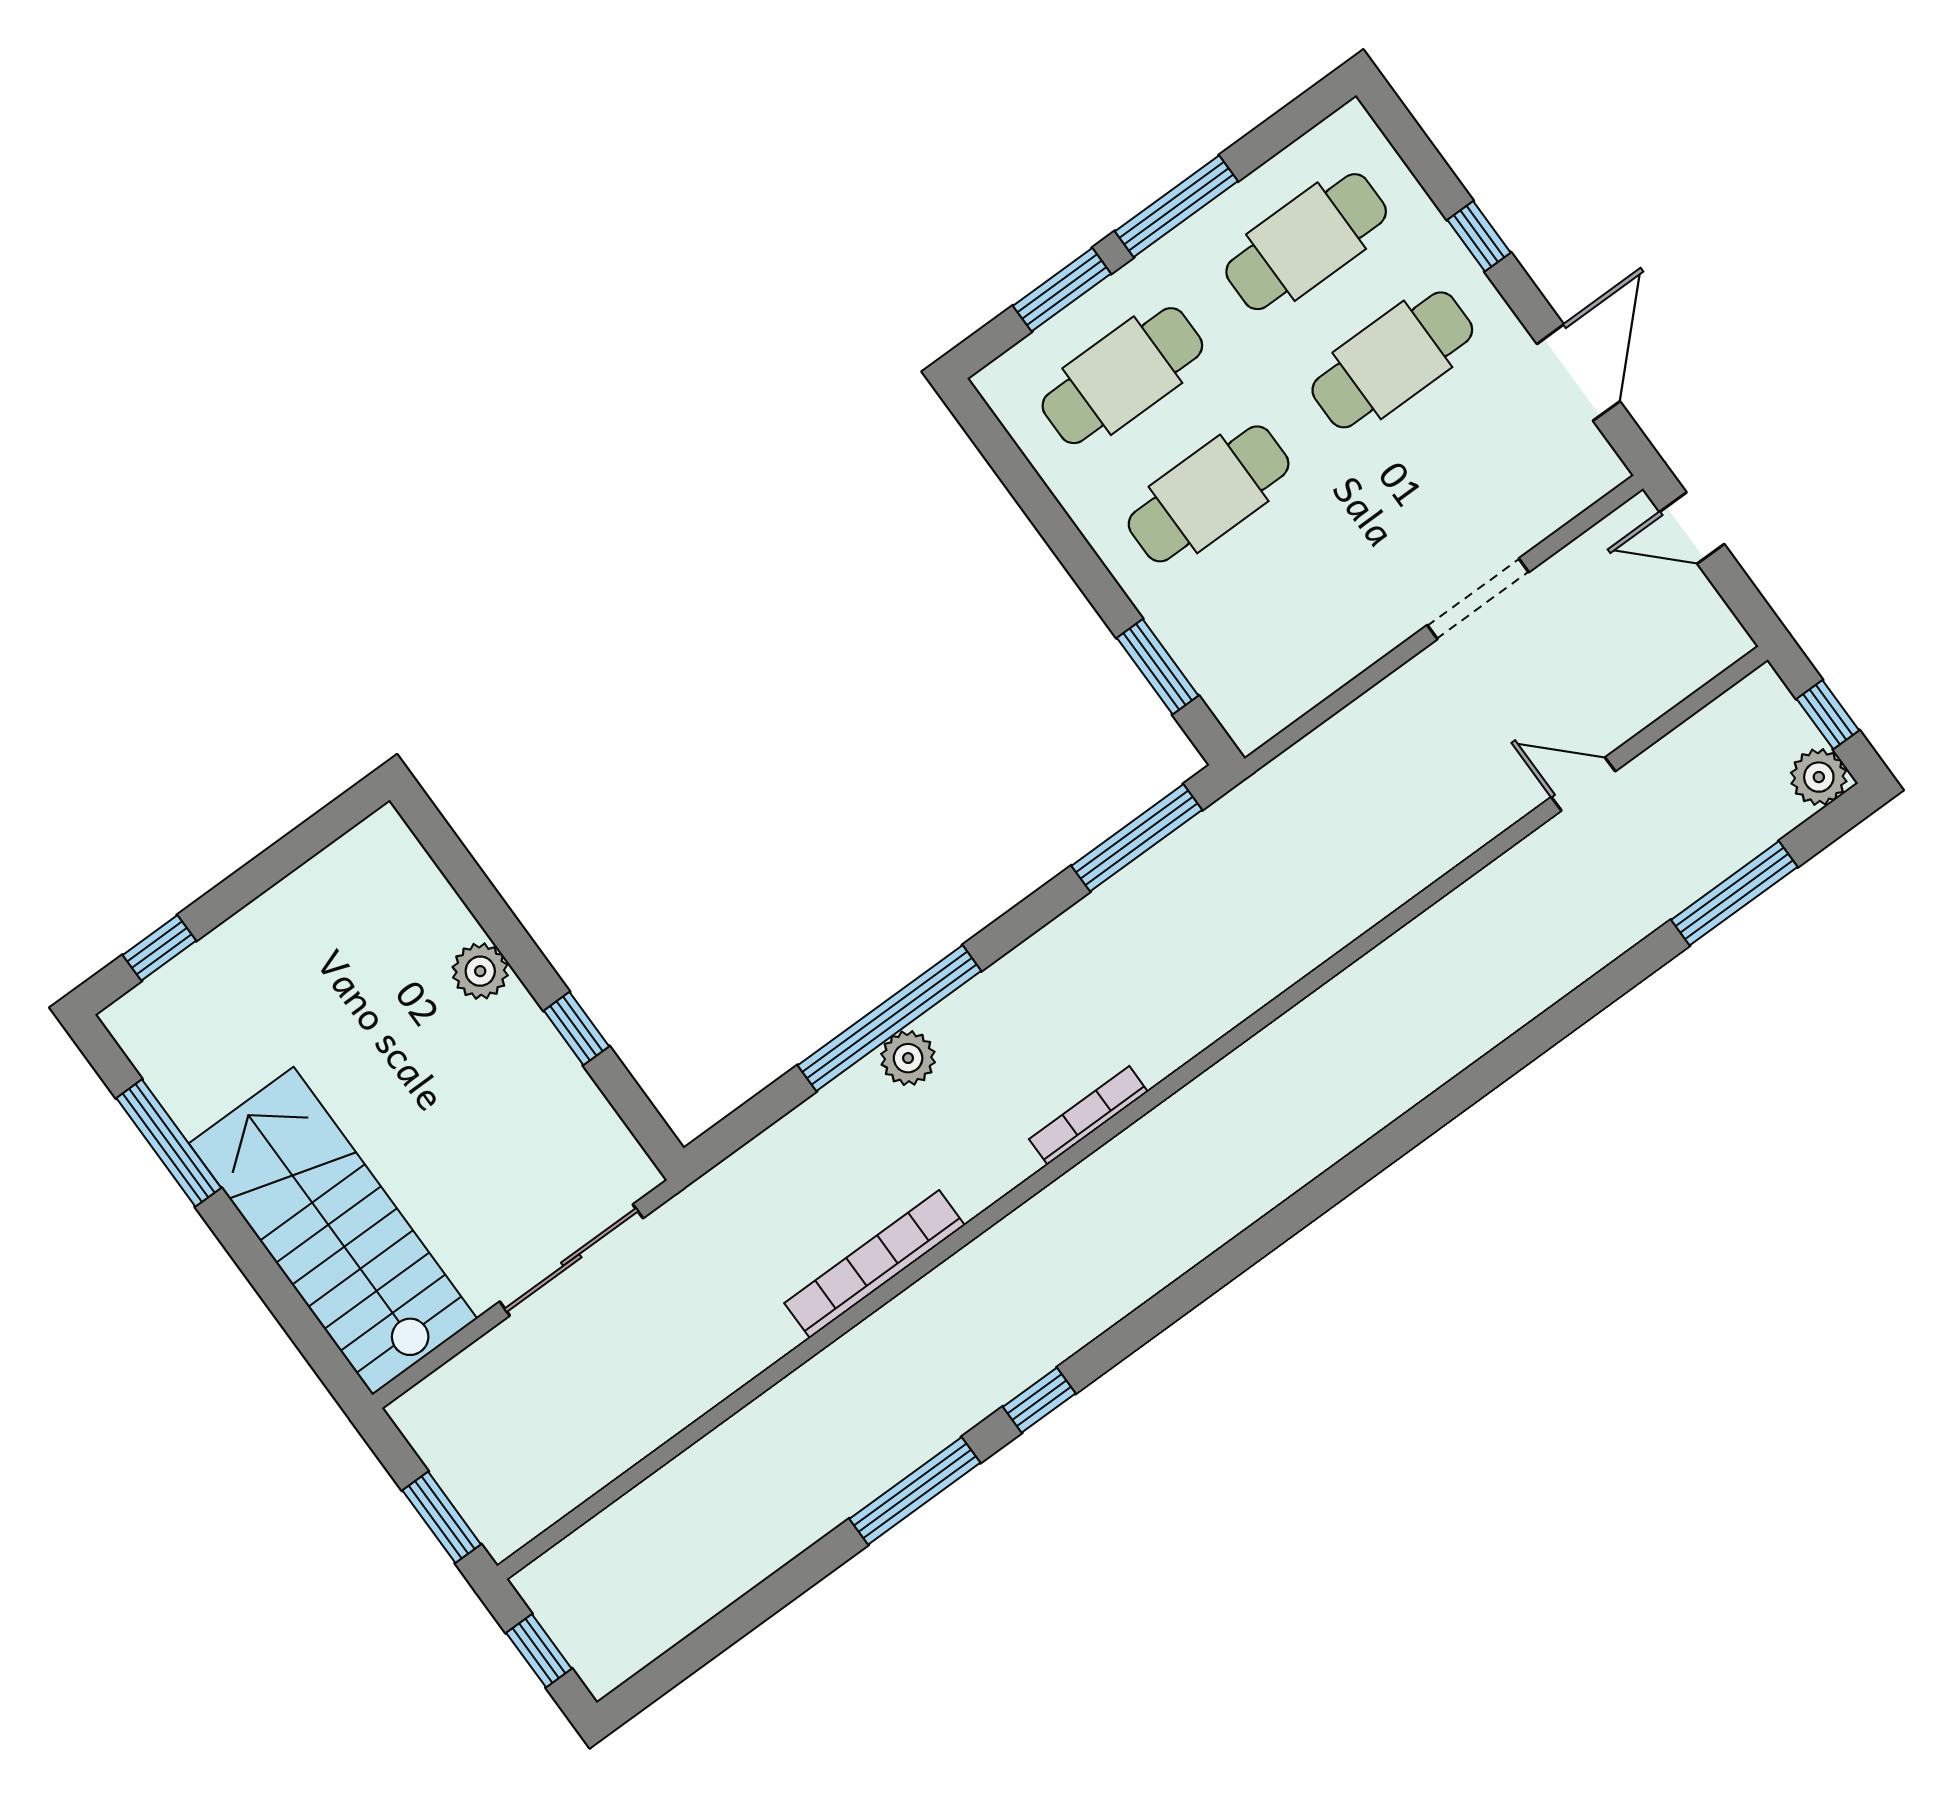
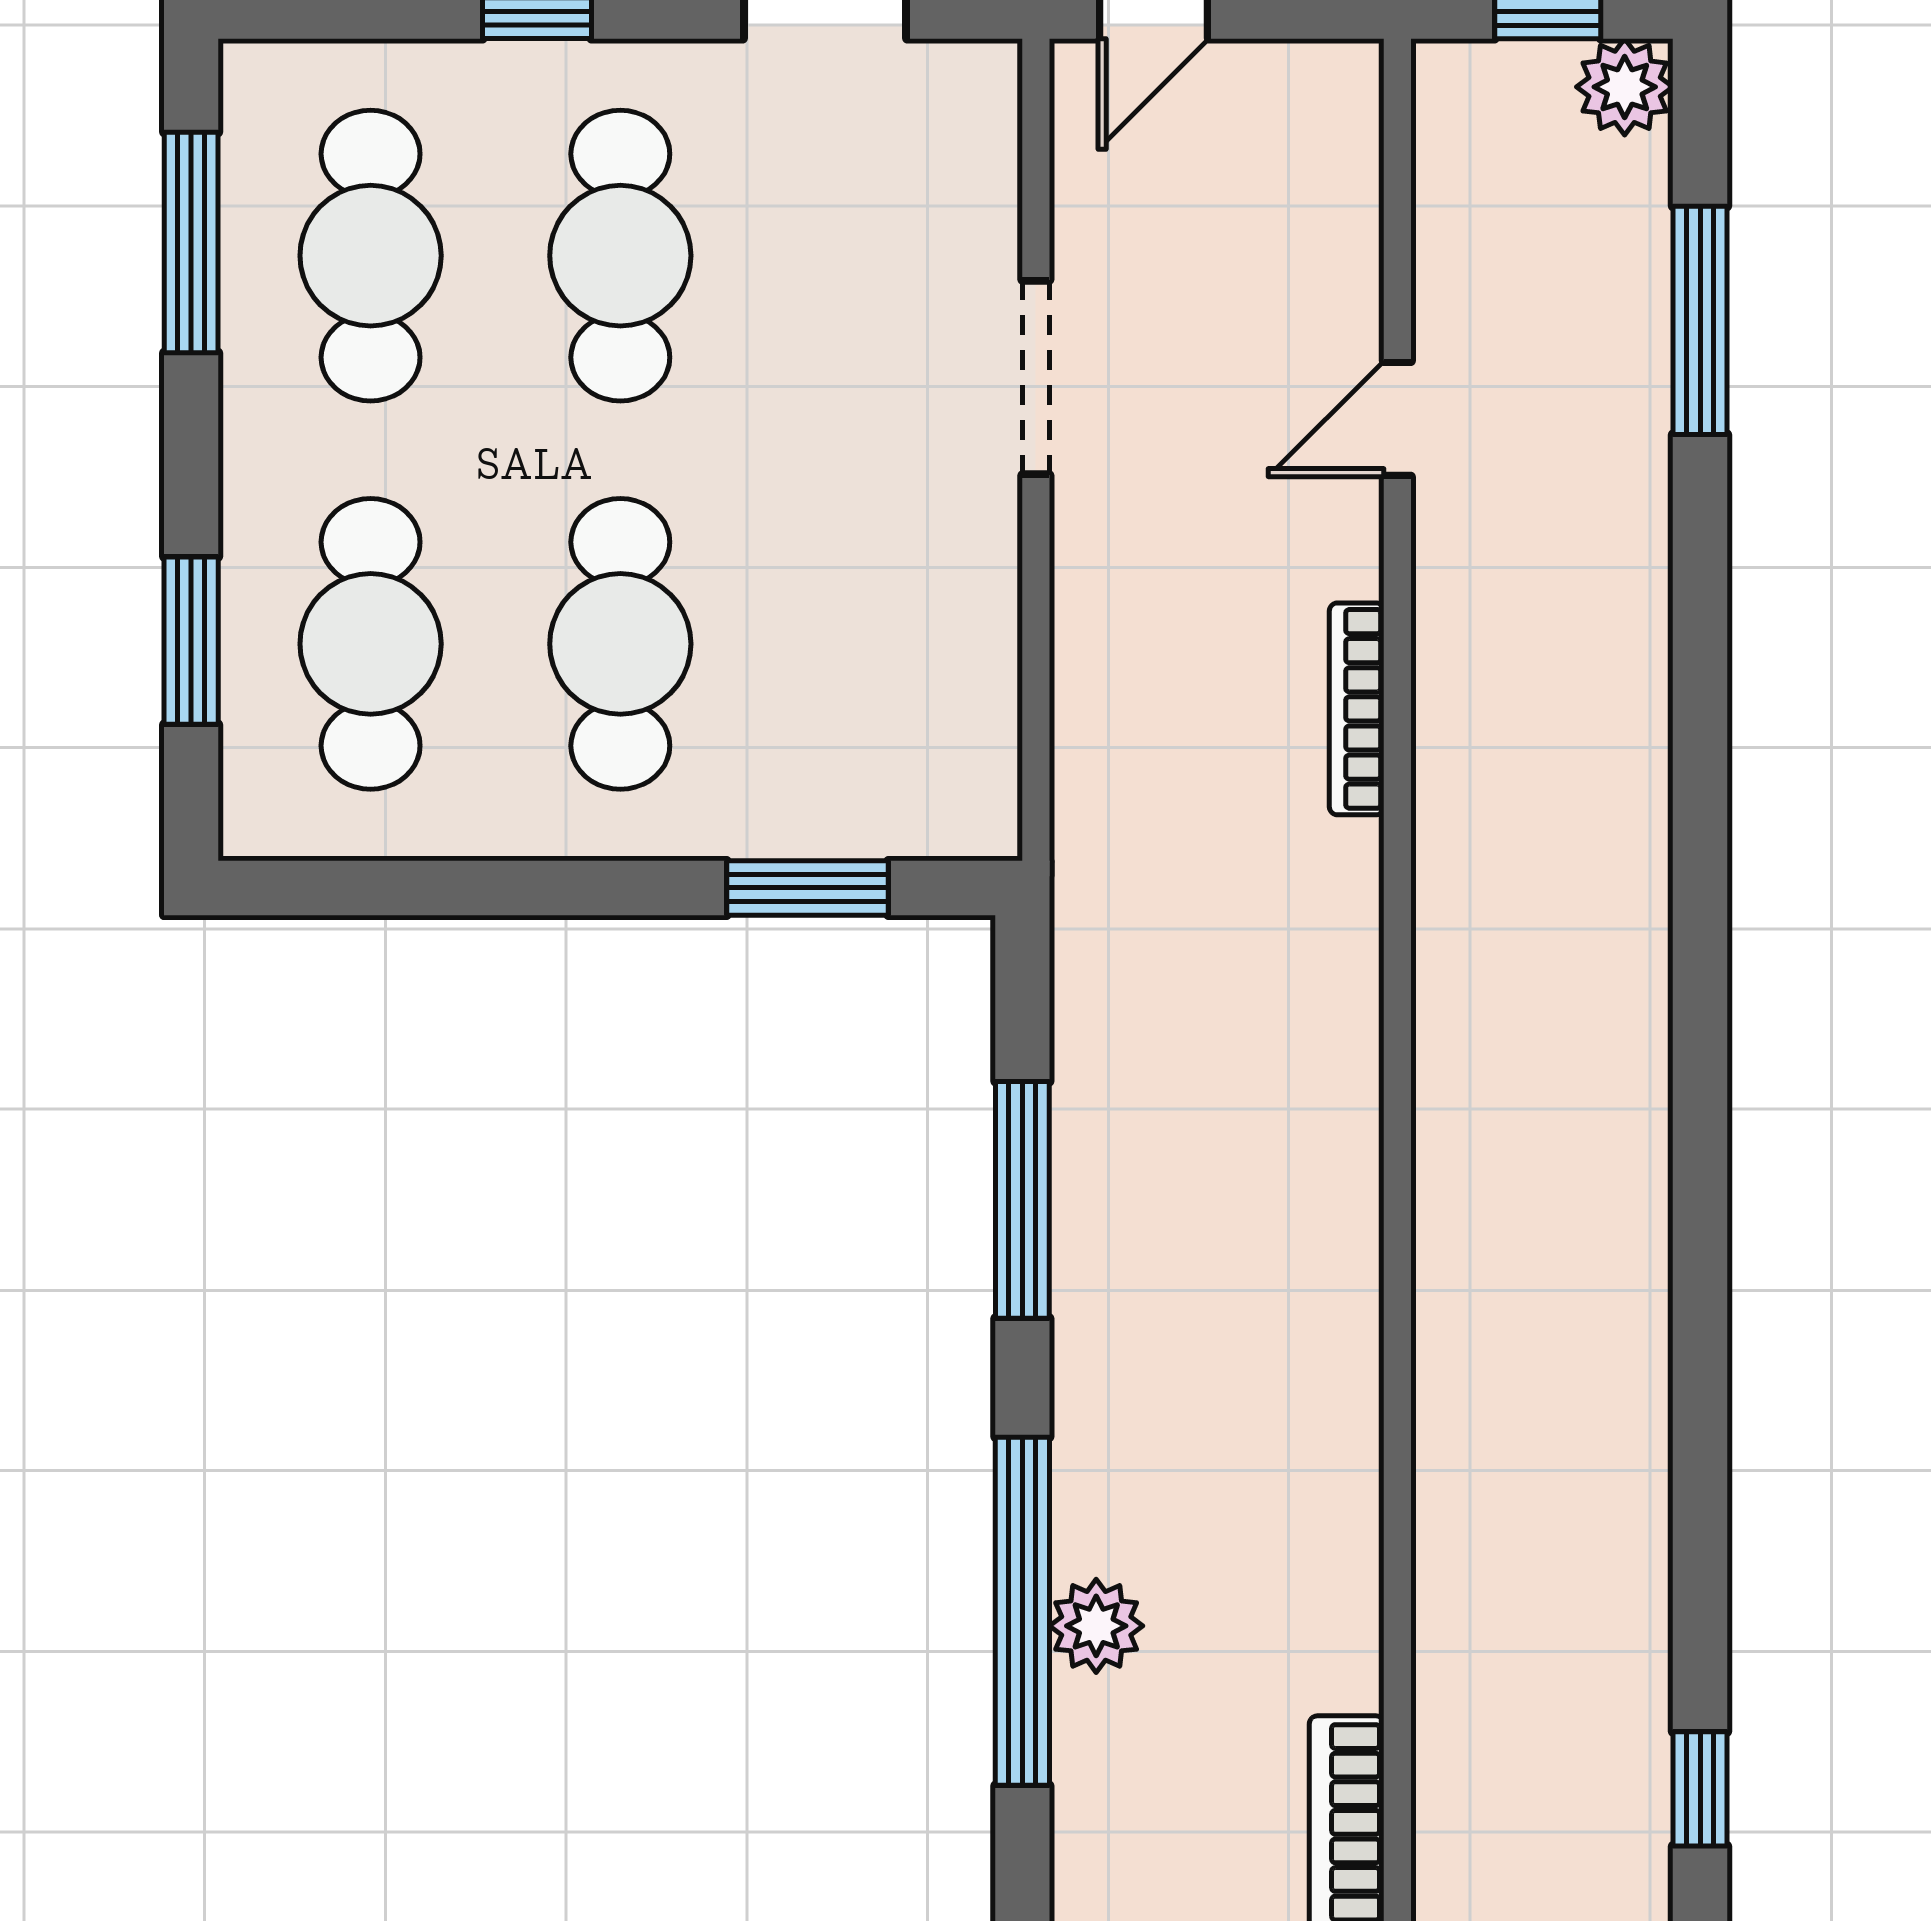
window: (1176, 206) -> (191, 243), moved
window: (1137, 838) -> (1022, 1200), moved
bookcase: (1088, 1115) -> (1357, 709), moved

